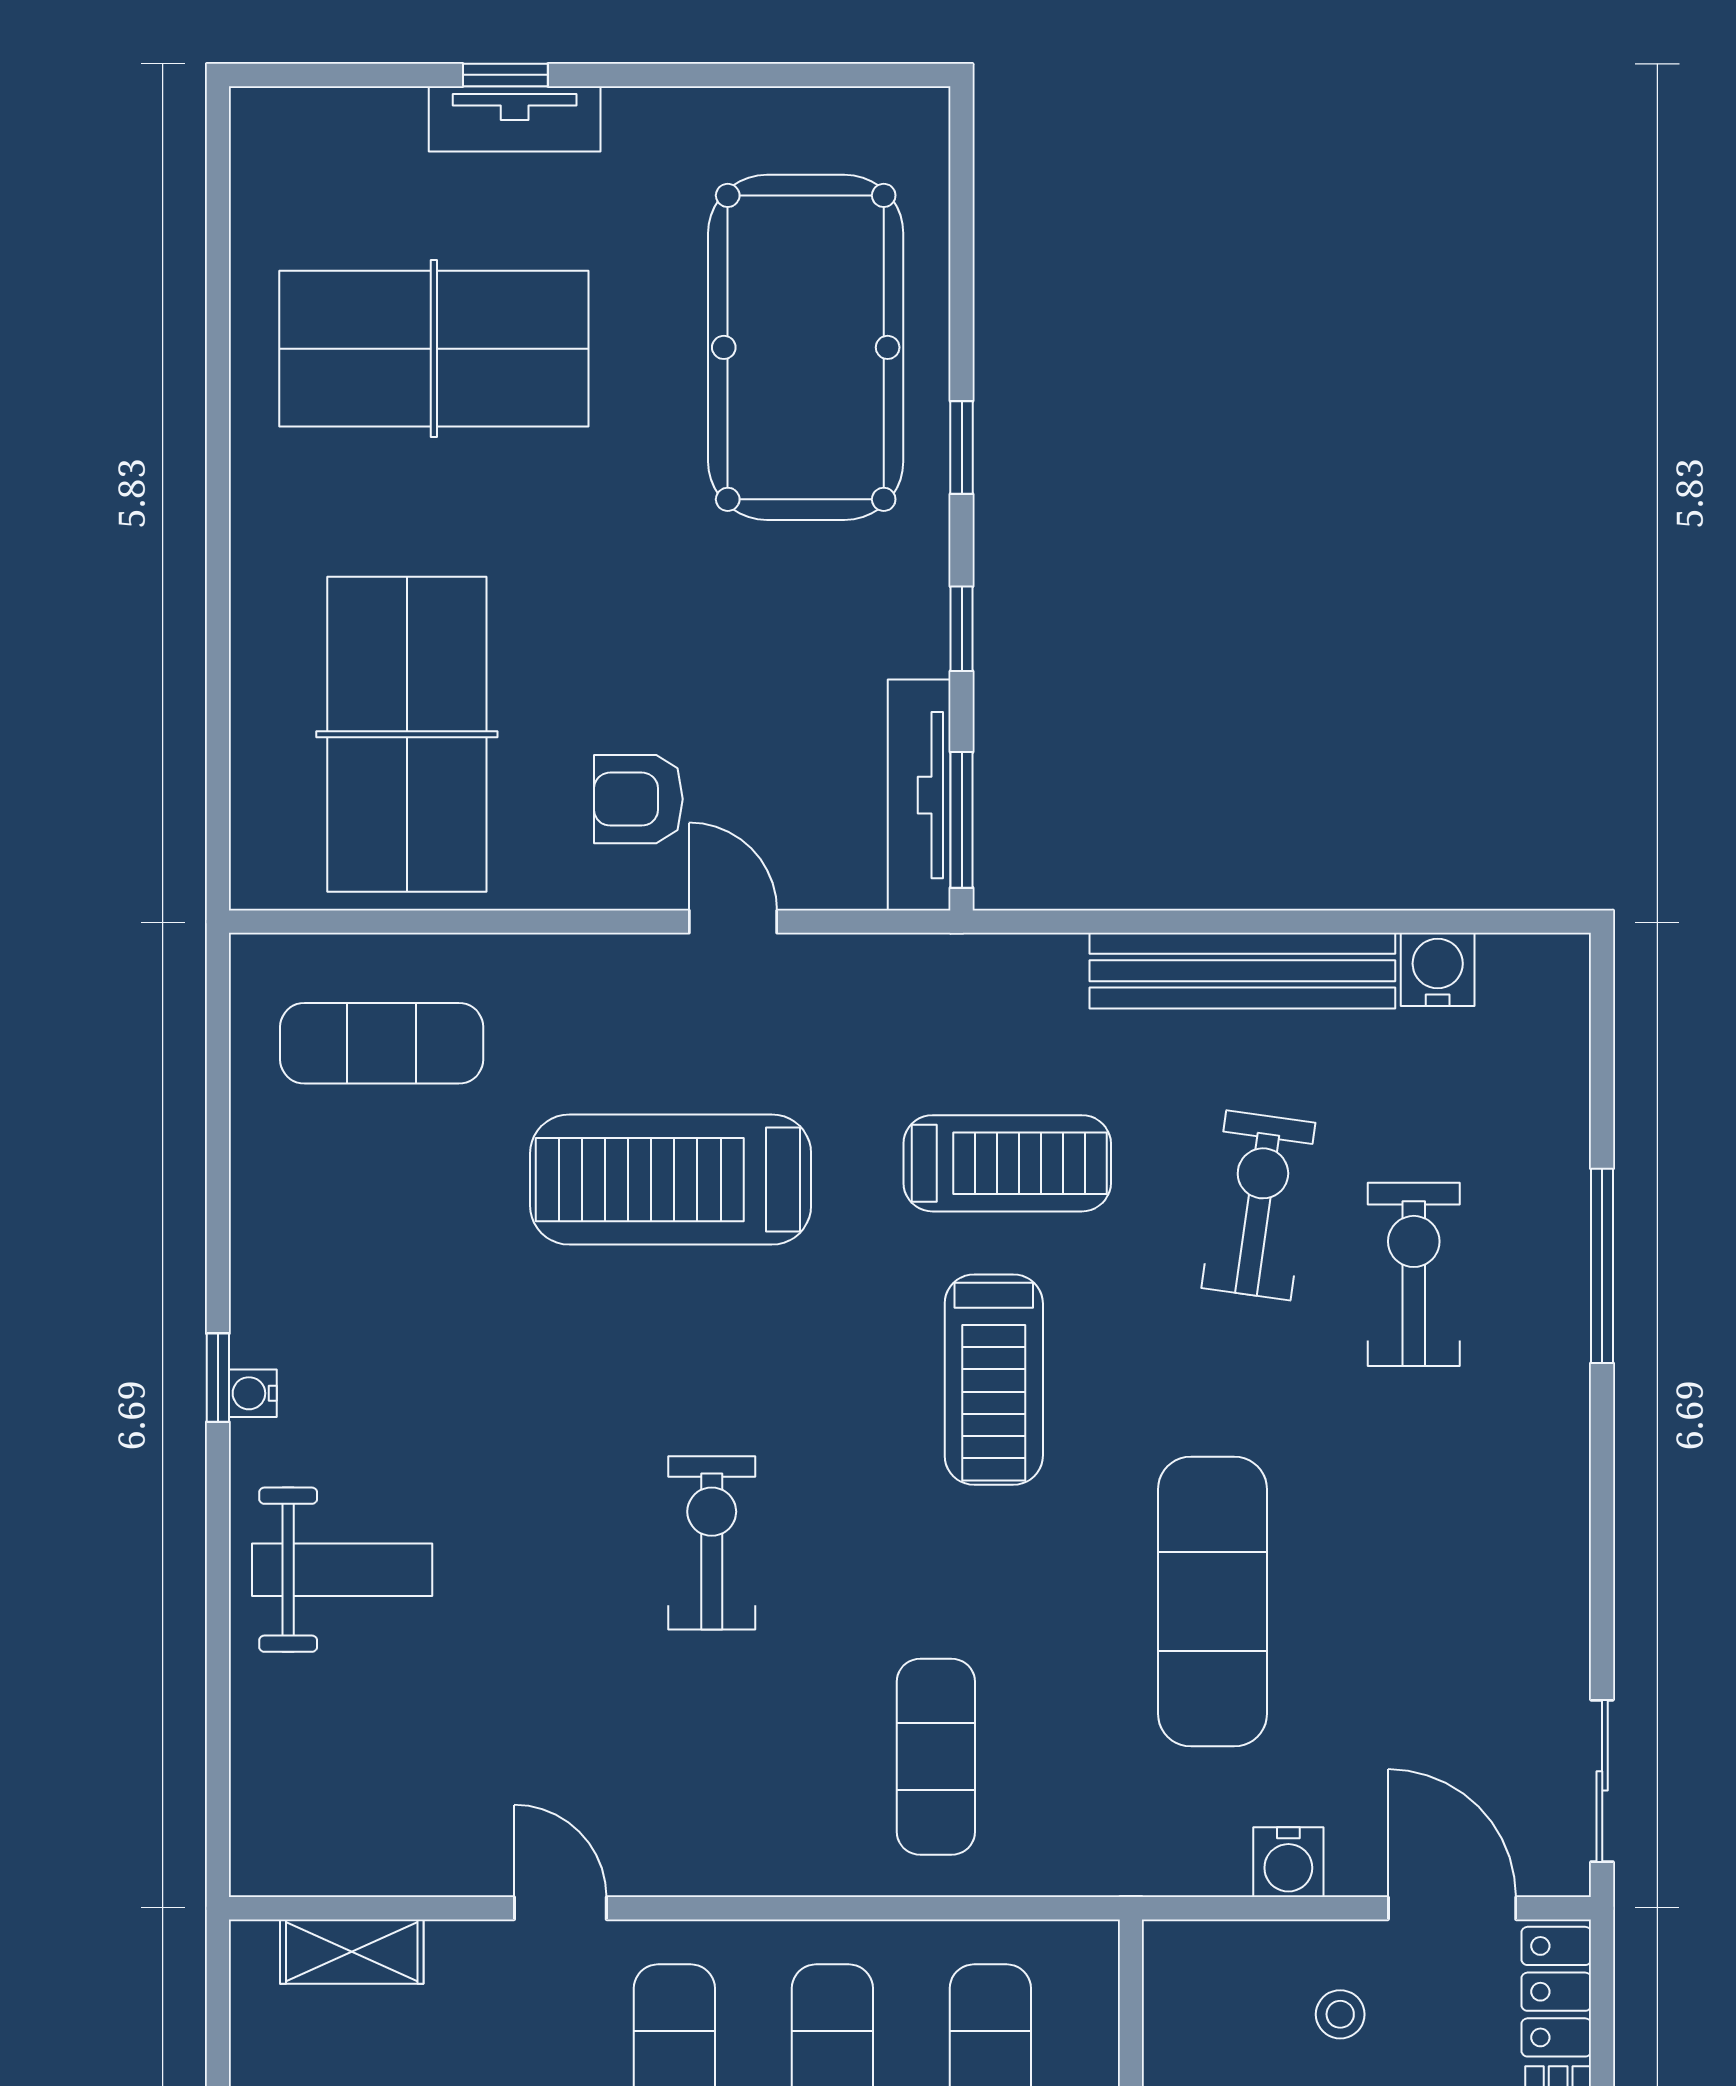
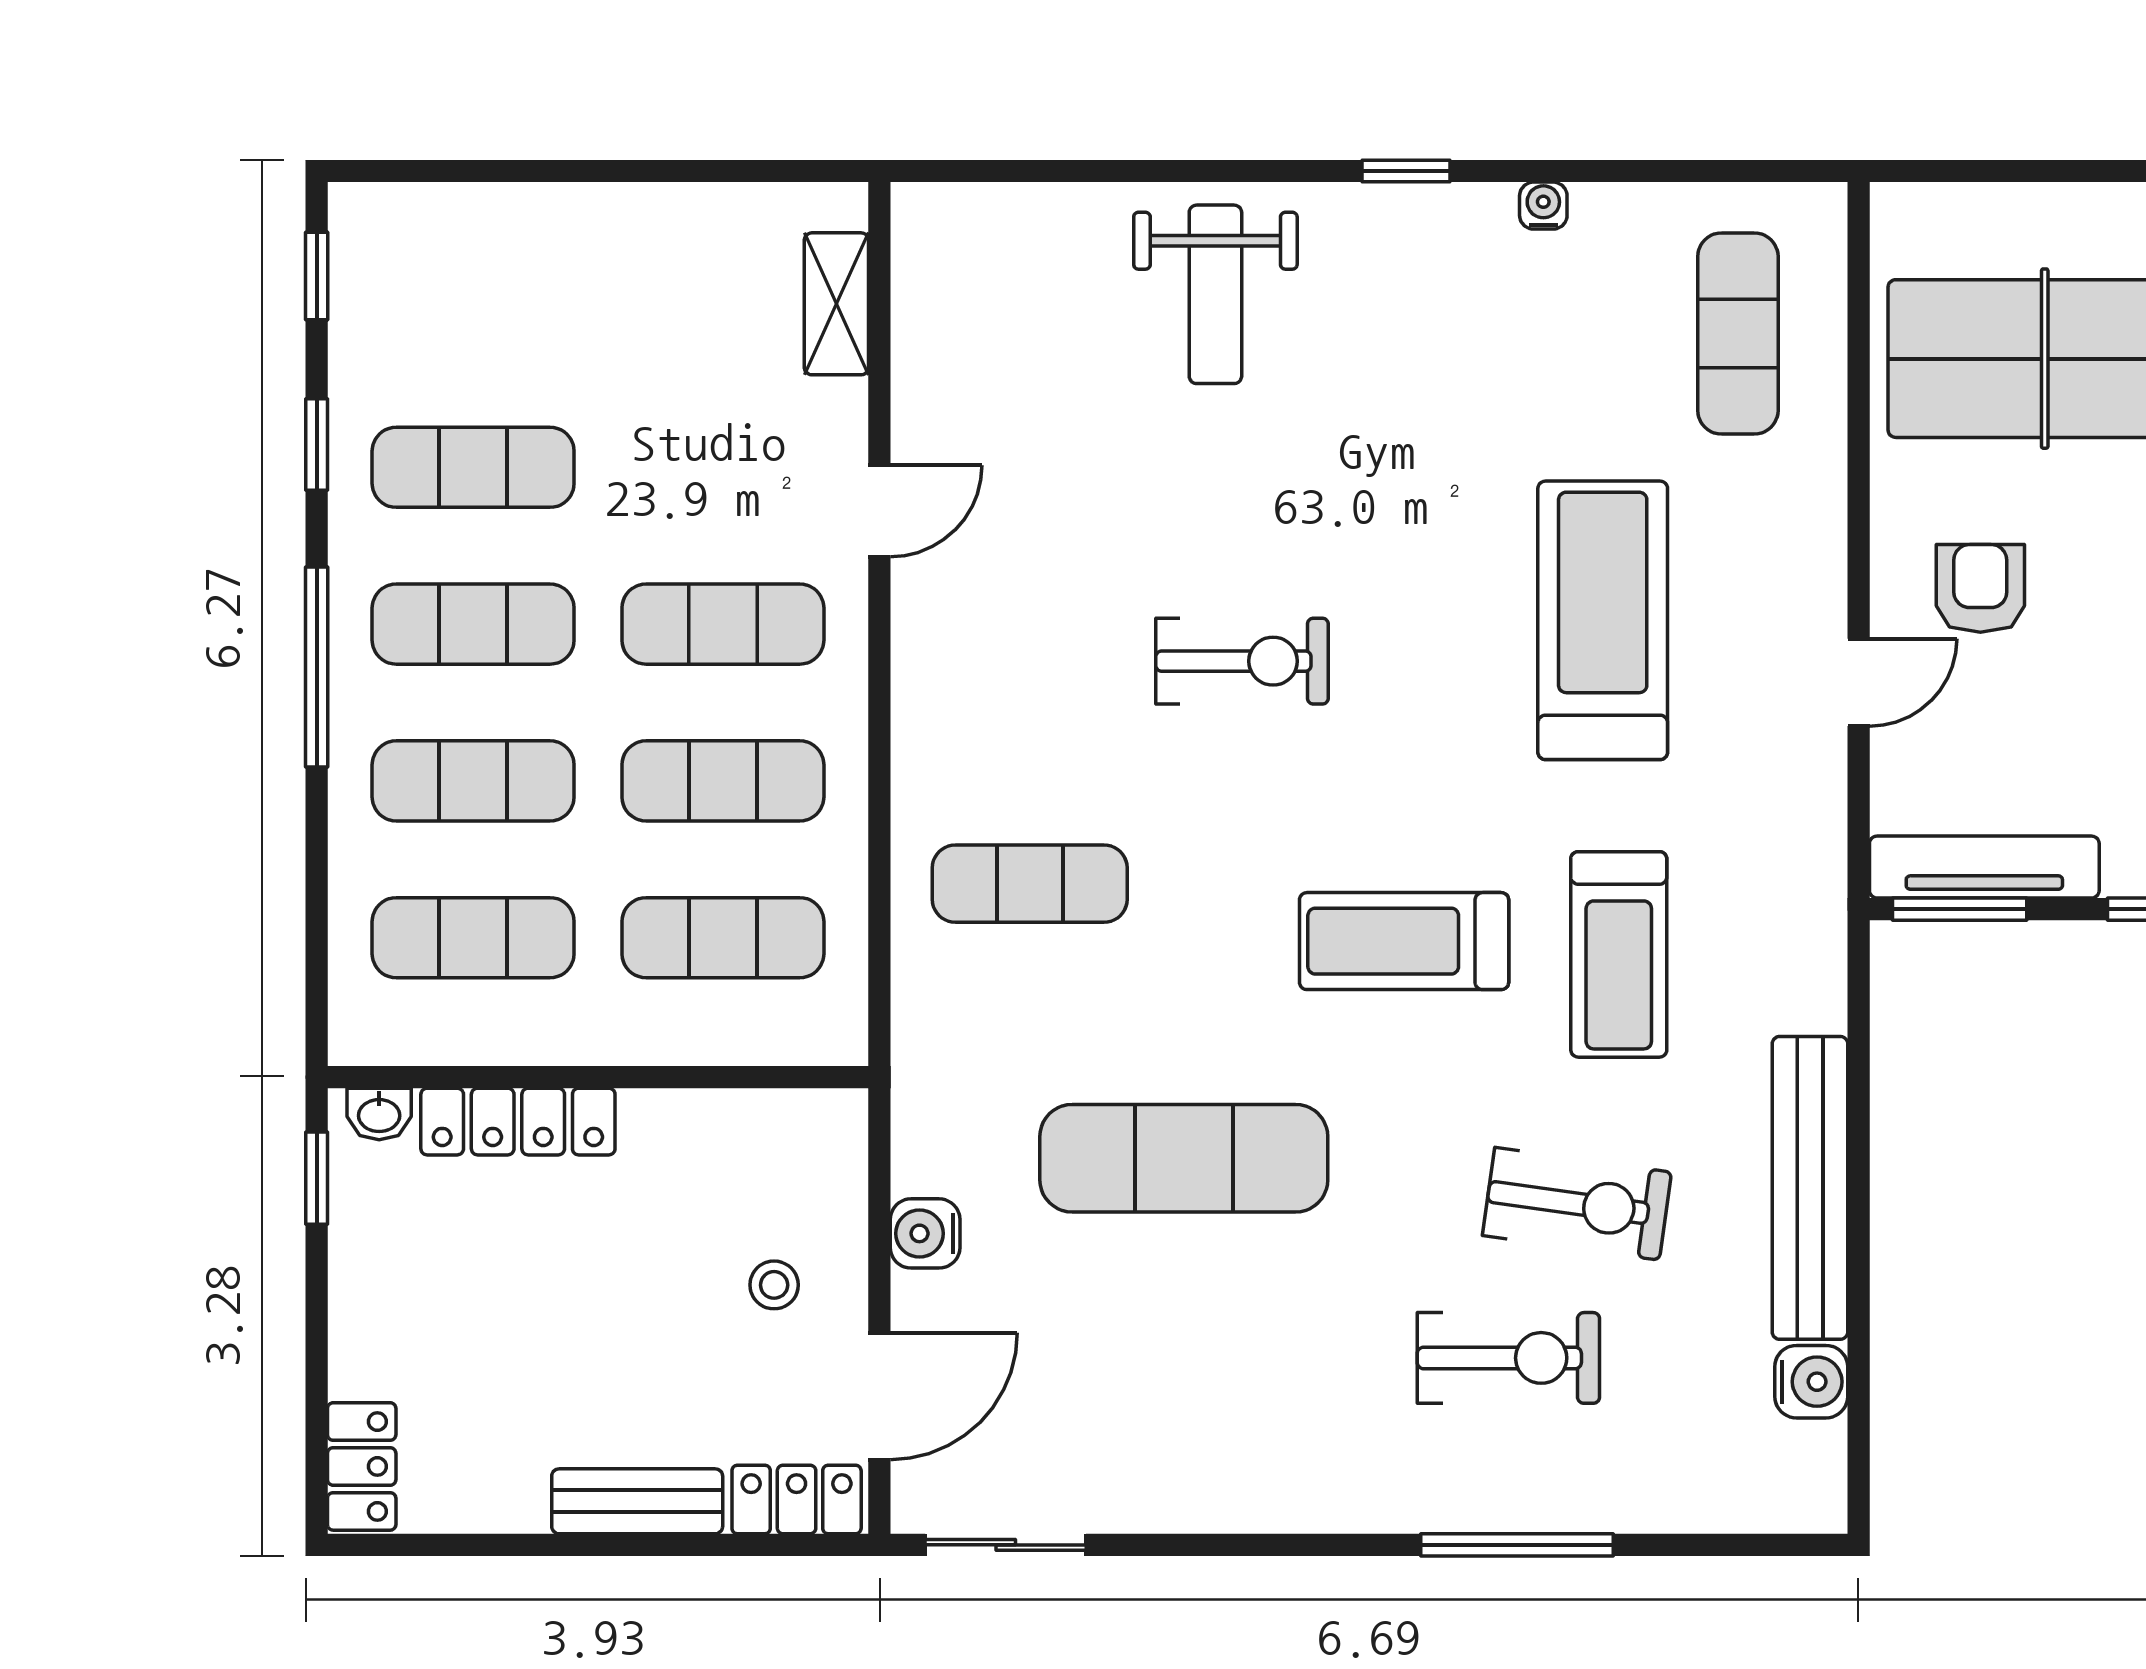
water cooler: (253, 1393) -> (1543, 206), moved

